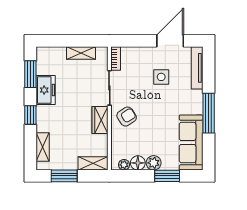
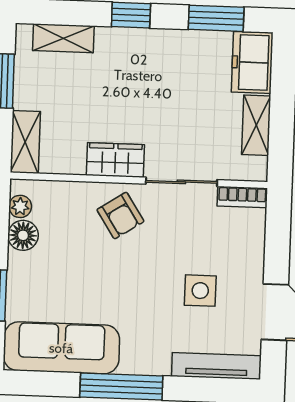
freezer: (46, 90) -> (252, 62), moved, turned 90
plant: (154, 163) -> (22, 268), removed

